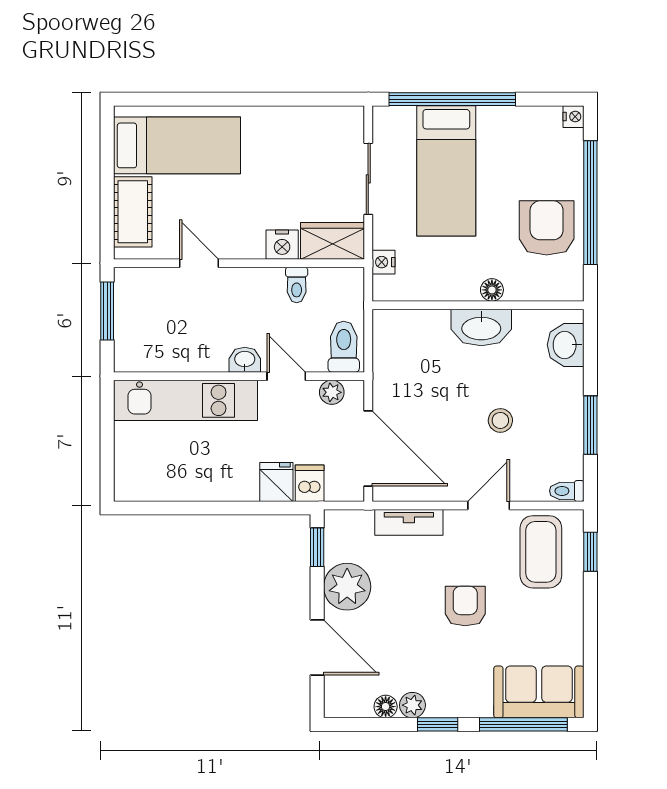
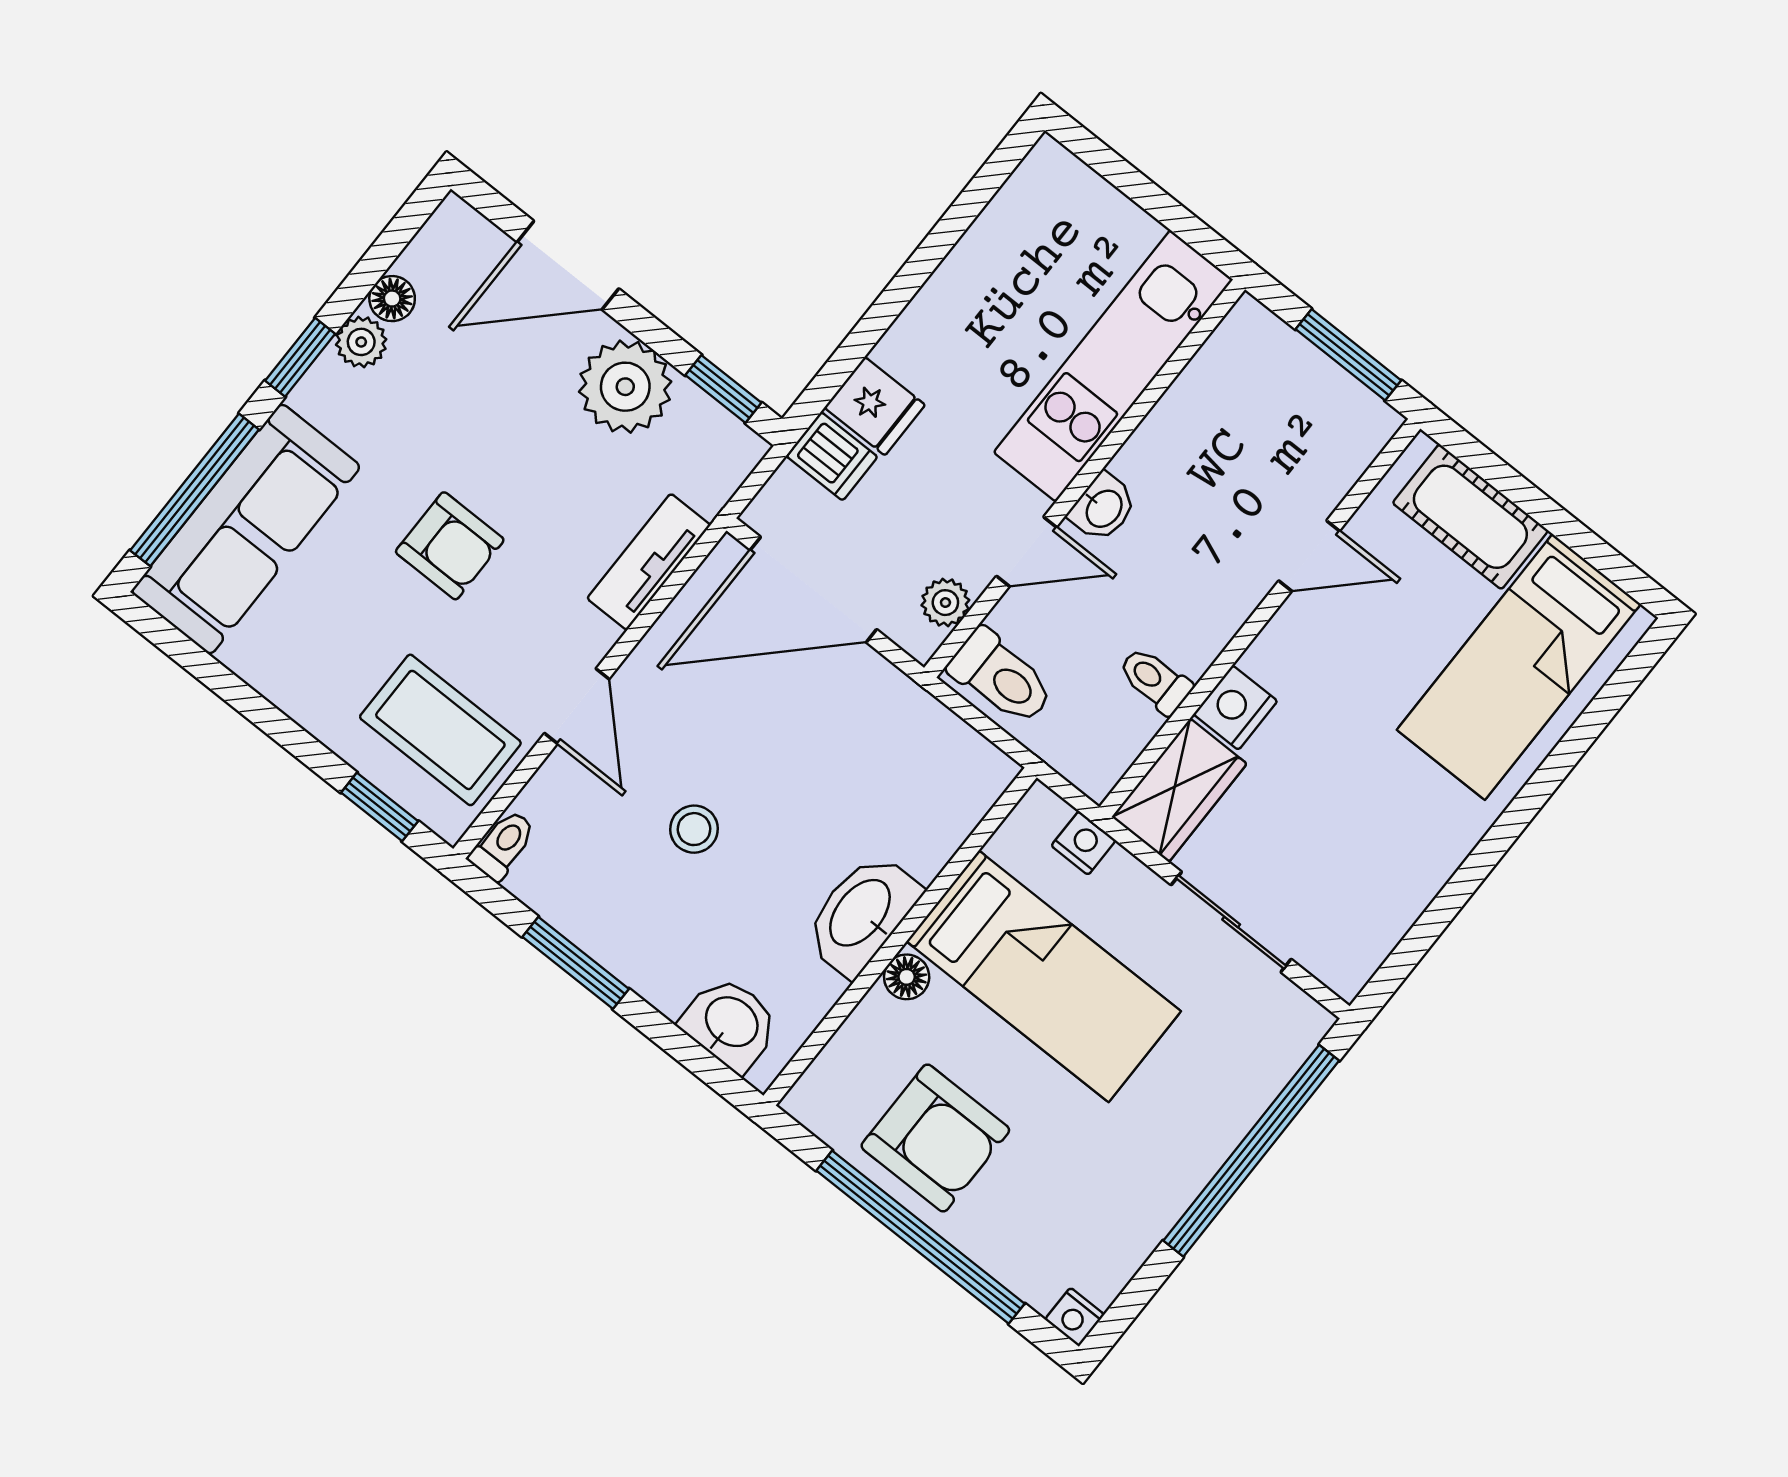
bed: (446, 171) -> (1044, 976), moved, turned 180
sofa: (539, 692) -> (246, 529), width x1.36

